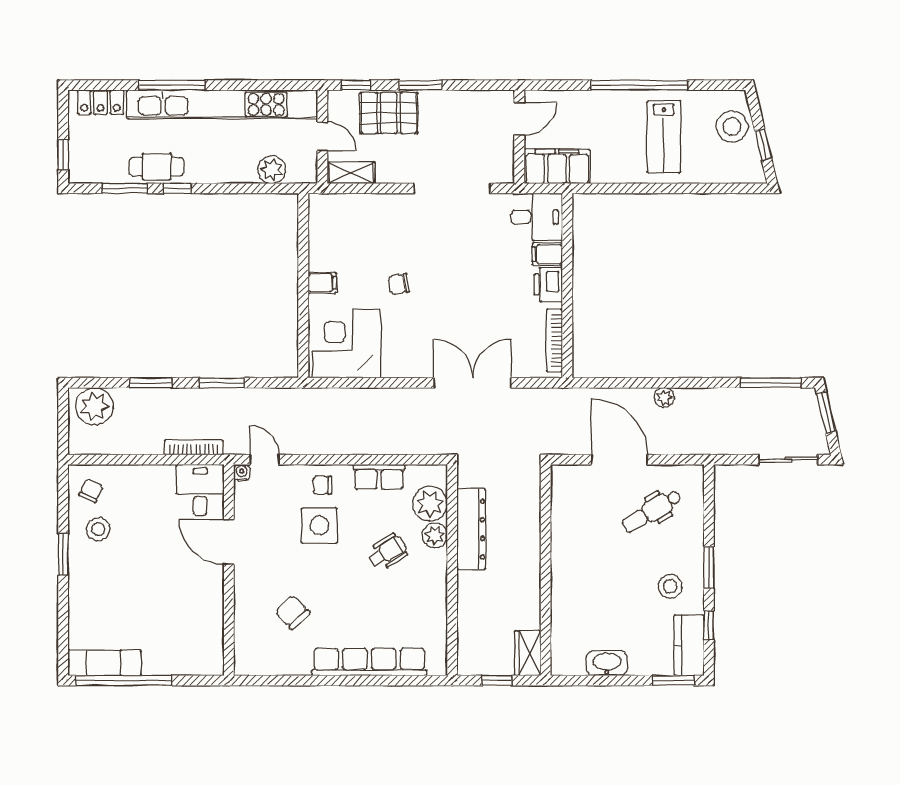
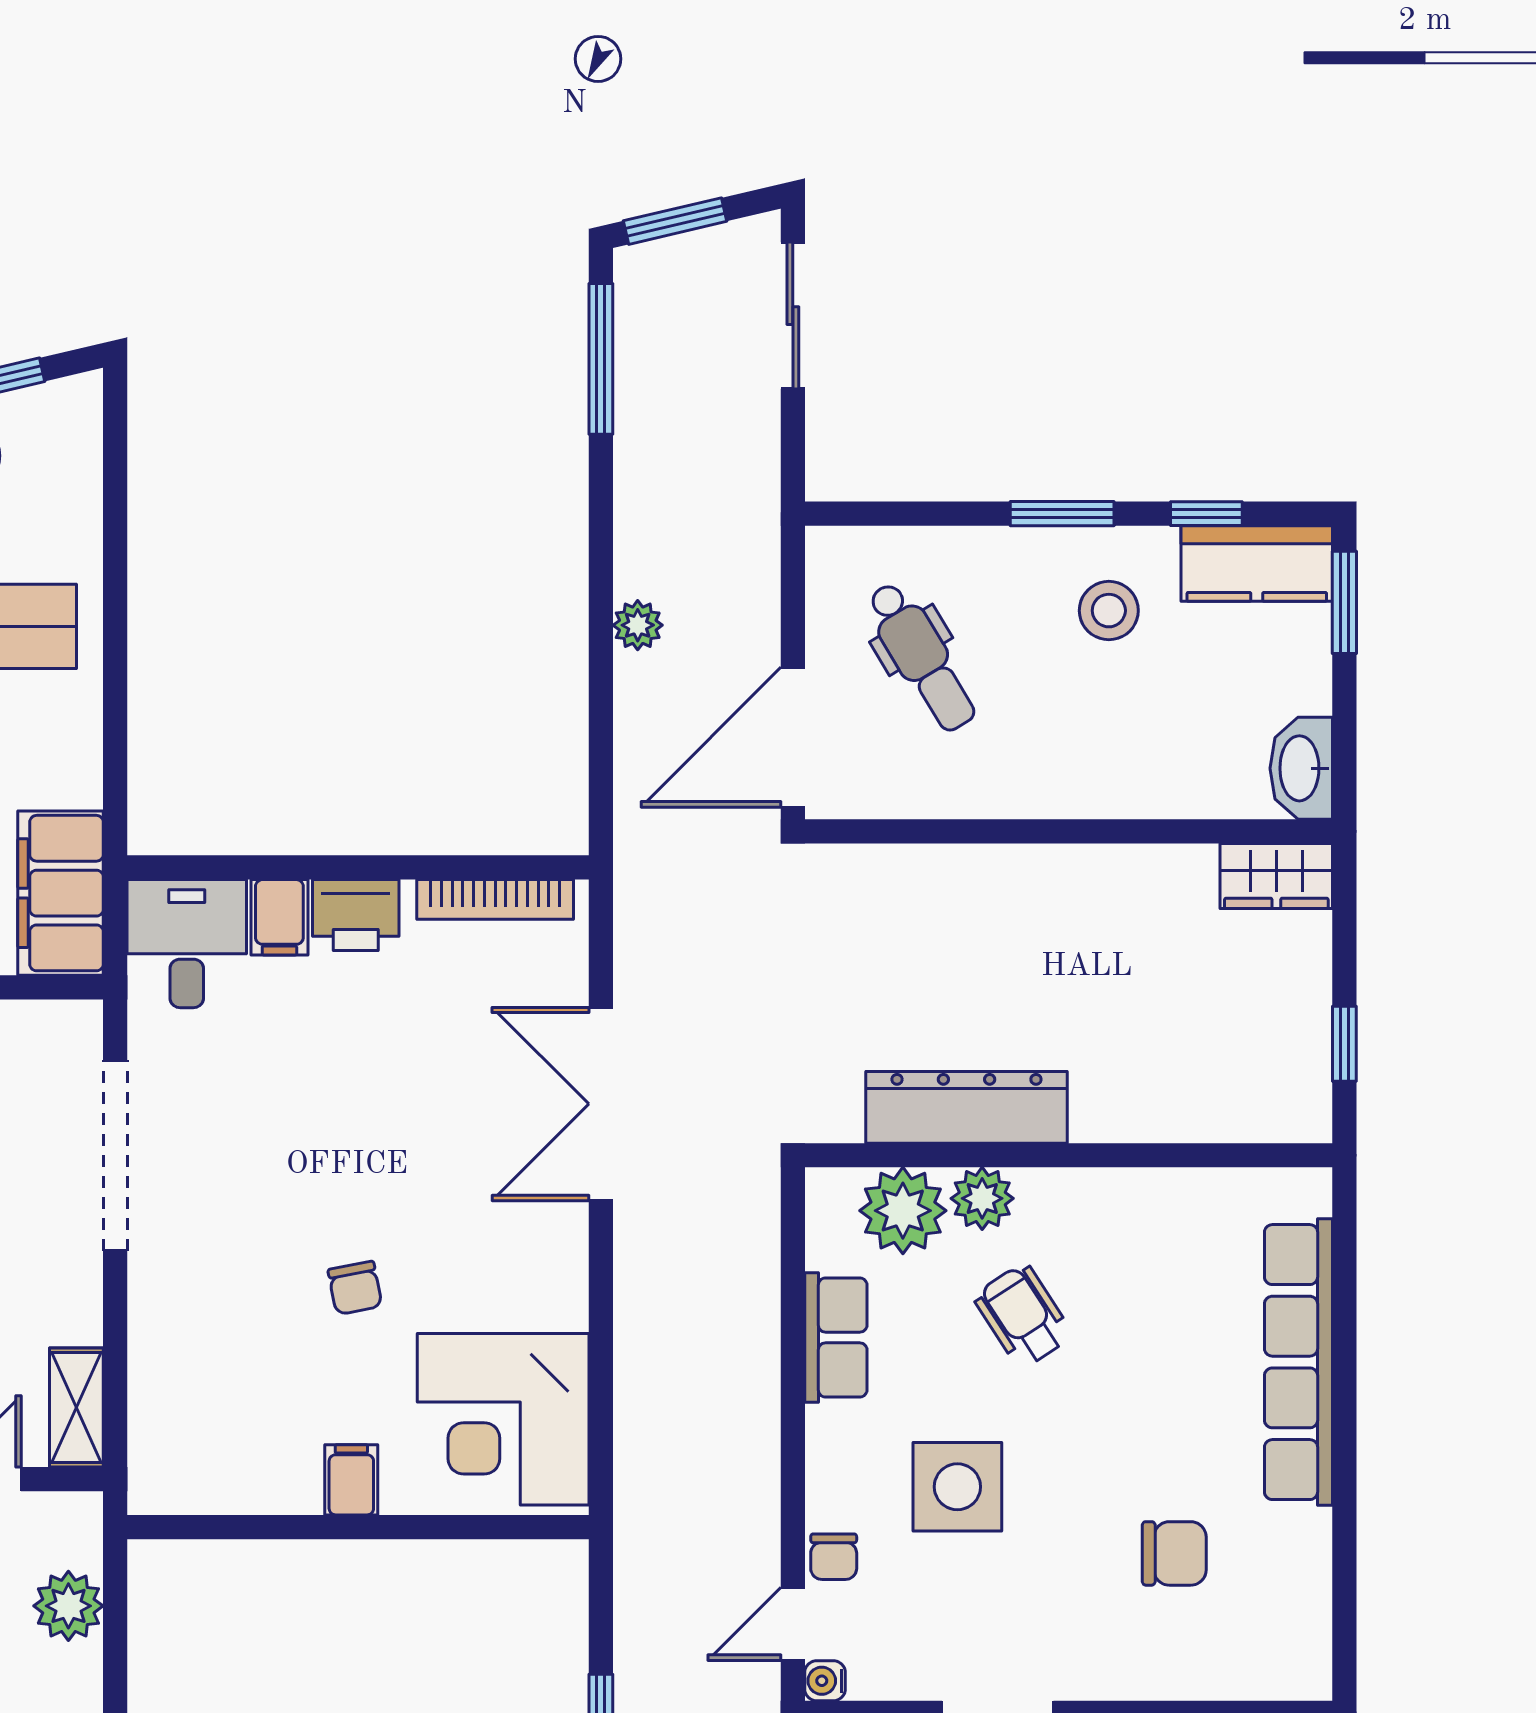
chair: (322, 485) -> (834, 1557), moved
wall: (546, 570) -> (1069, 831), moved
chair: (293, 612) -> (1174, 1553), turned -137
wardrobe: (528, 653) -> (1276, 876), moved

